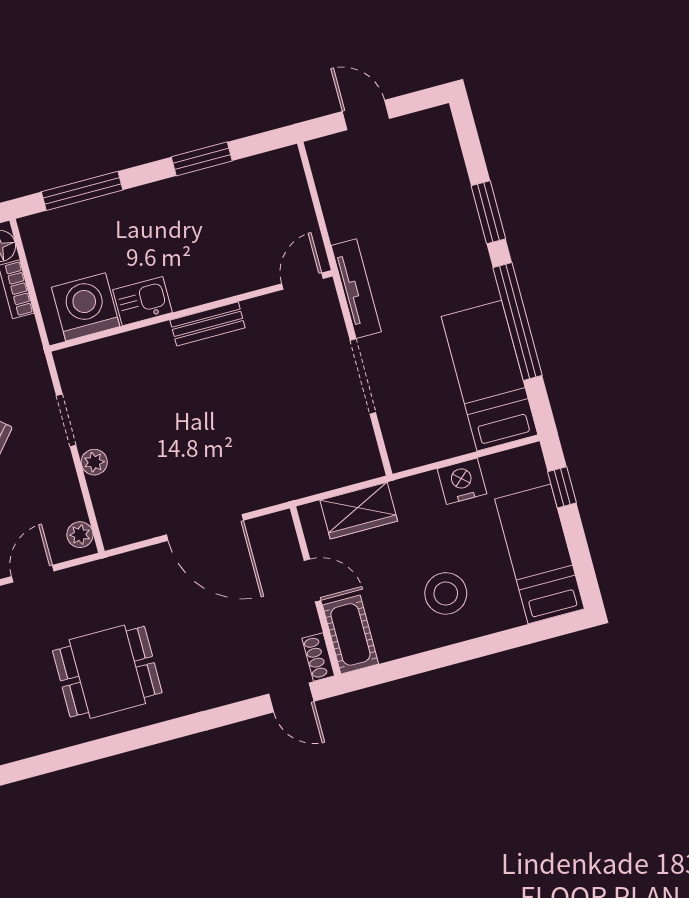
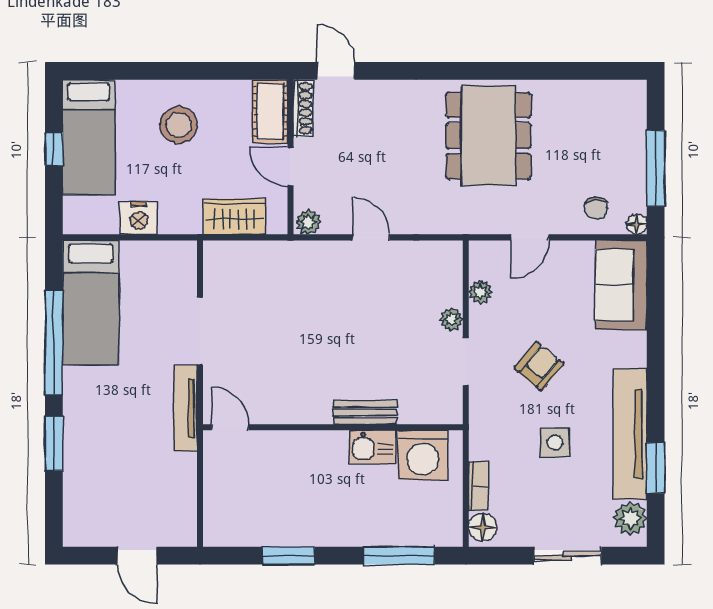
door: (302, 281) -> (230, 427), swing flipped
bench: (207, 324) -> (365, 412), moved
window: (562, 487) -> (54, 149), moved
plant: (277, 526) -> (308, 222), added
door: (205, 528) -> (371, 237), width x0.53
plant: (80, 535) -> (480, 292), moved
shoe rack: (318, 657) -> (303, 108), width x1.43
dining table: (107, 672) -> (488, 136), width x1.38

